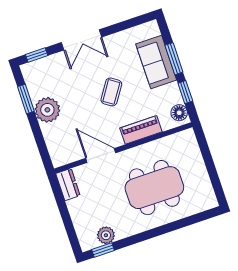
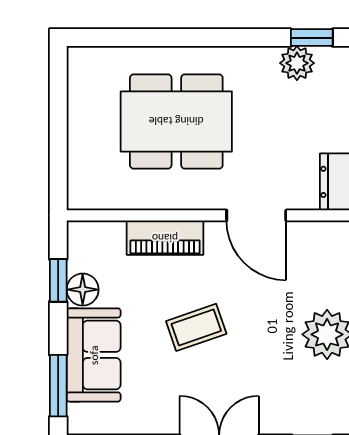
window: (174, 59) -> (58, 386), moved
coffee table: (111, 92) -> (196, 327), turned 37
floor lamp: (179, 113) -> (83, 290), moved

